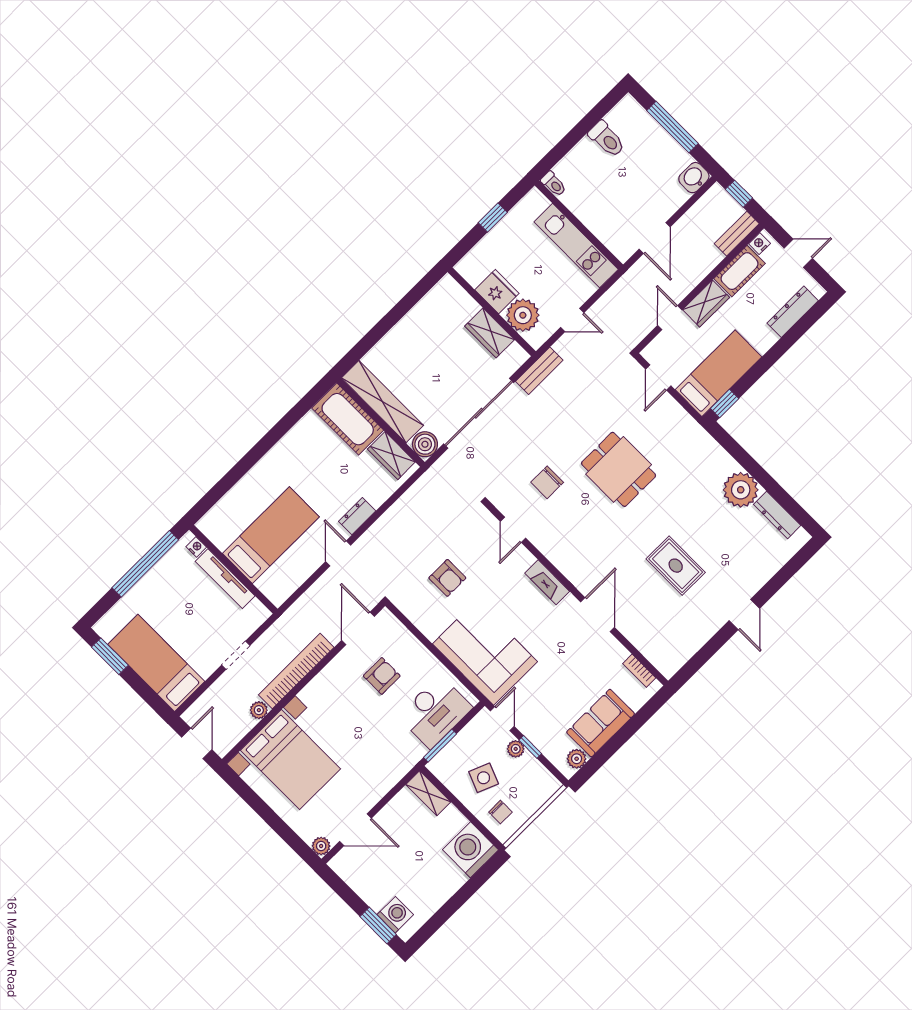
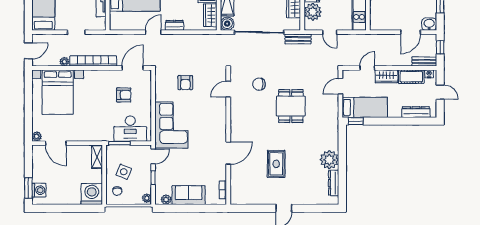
door: (655, 238) -> (411, 32), moved
fireplace: (547, 582) -> (221, 122), removed
plant: (516, 749) -> (147, 198), moved

